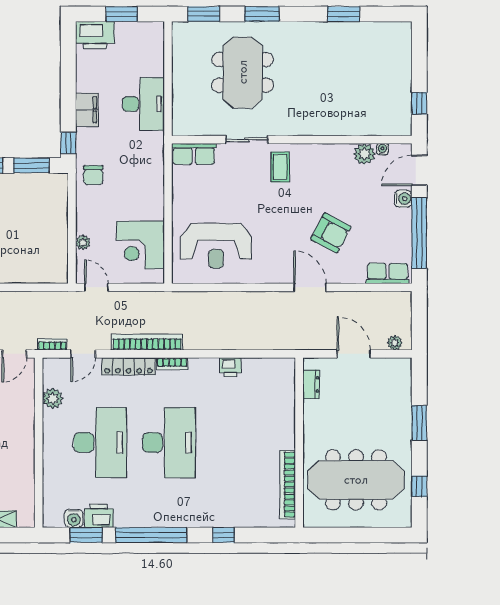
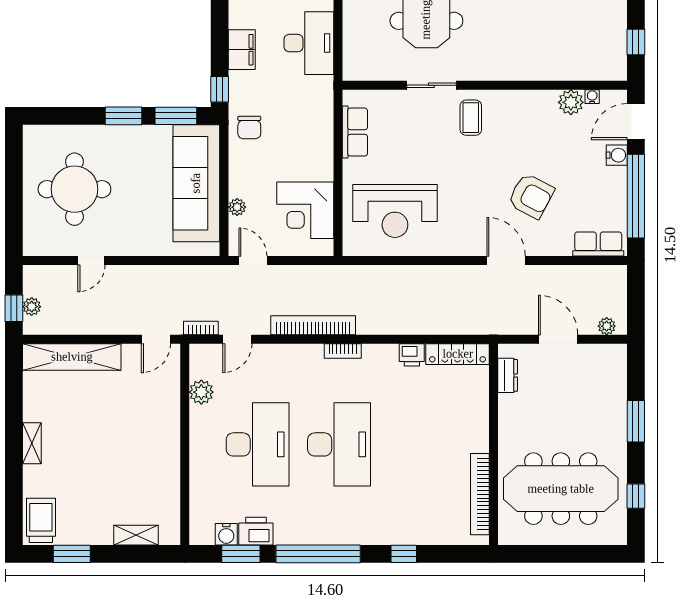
row of seats: (194, 154) -> (355, 132), moved, turned -90
sofa: (49, 222) -> (196, 183), added
locker: (128, 366) -> (458, 354), moved

